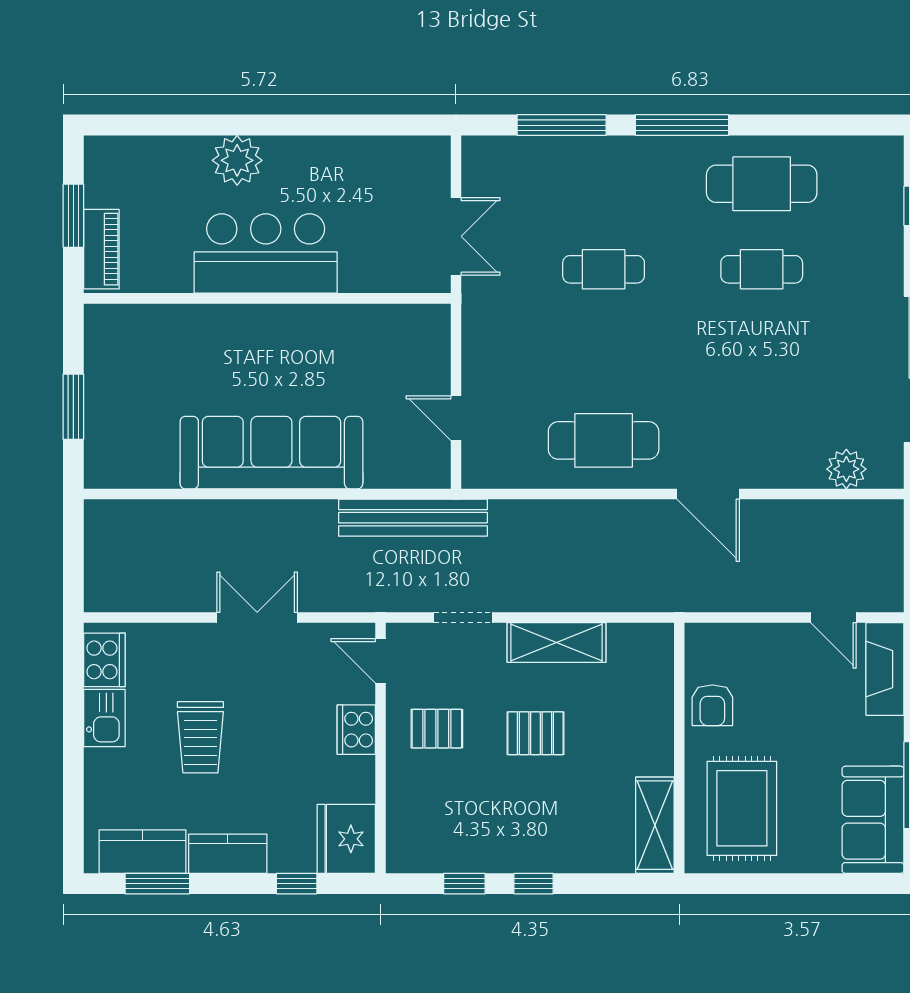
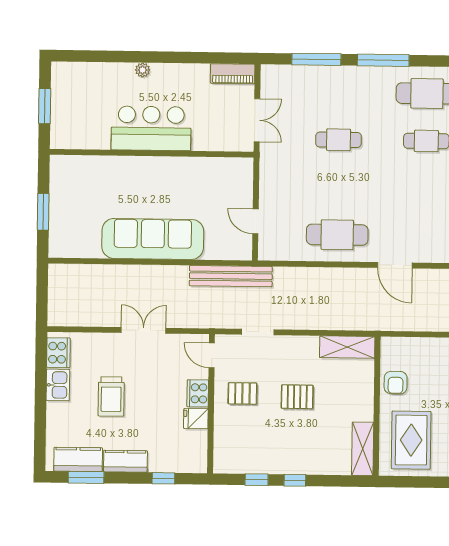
plant: (237, 160) -> (143, 70), width x0.53, depth x0.53
piano: (101, 249) -> (233, 74), moved, turned 90
shelving: (556, 643) -> (347, 347), moved
fridge: (346, 839) -> (196, 419), moved, width x0.53, depth x0.75

